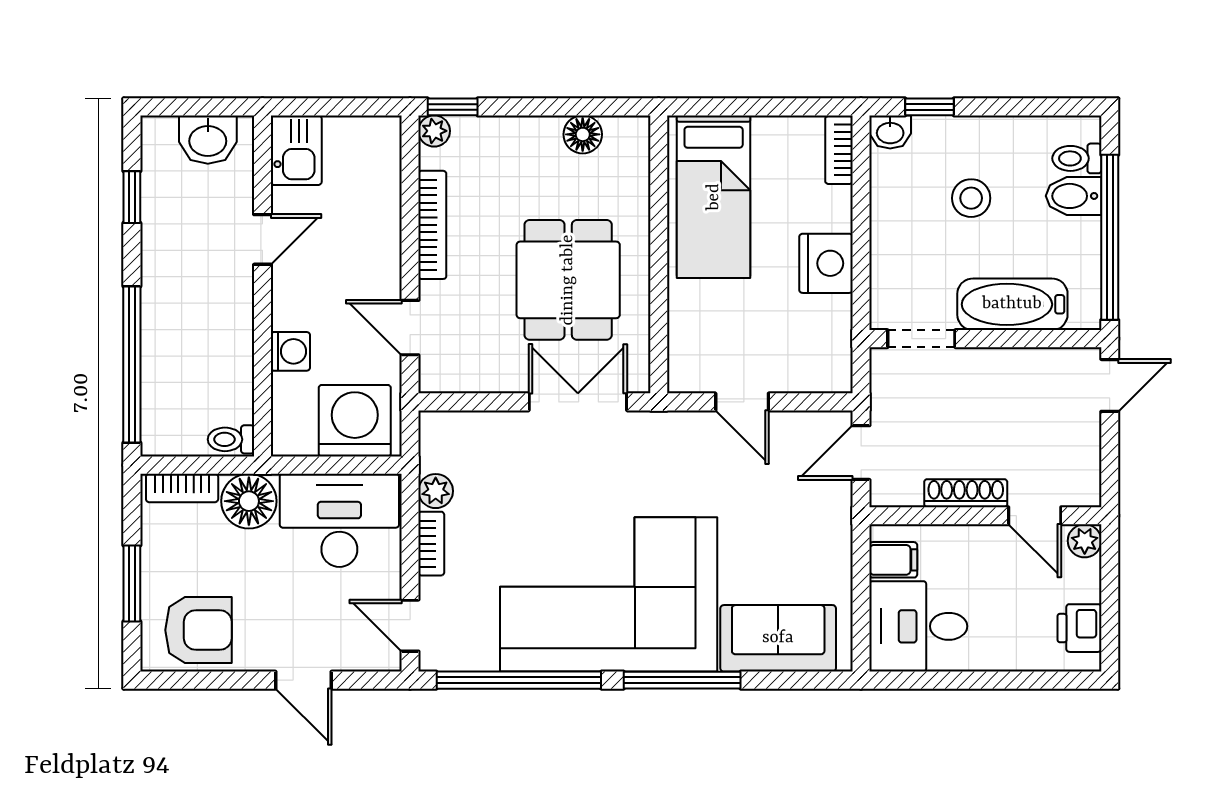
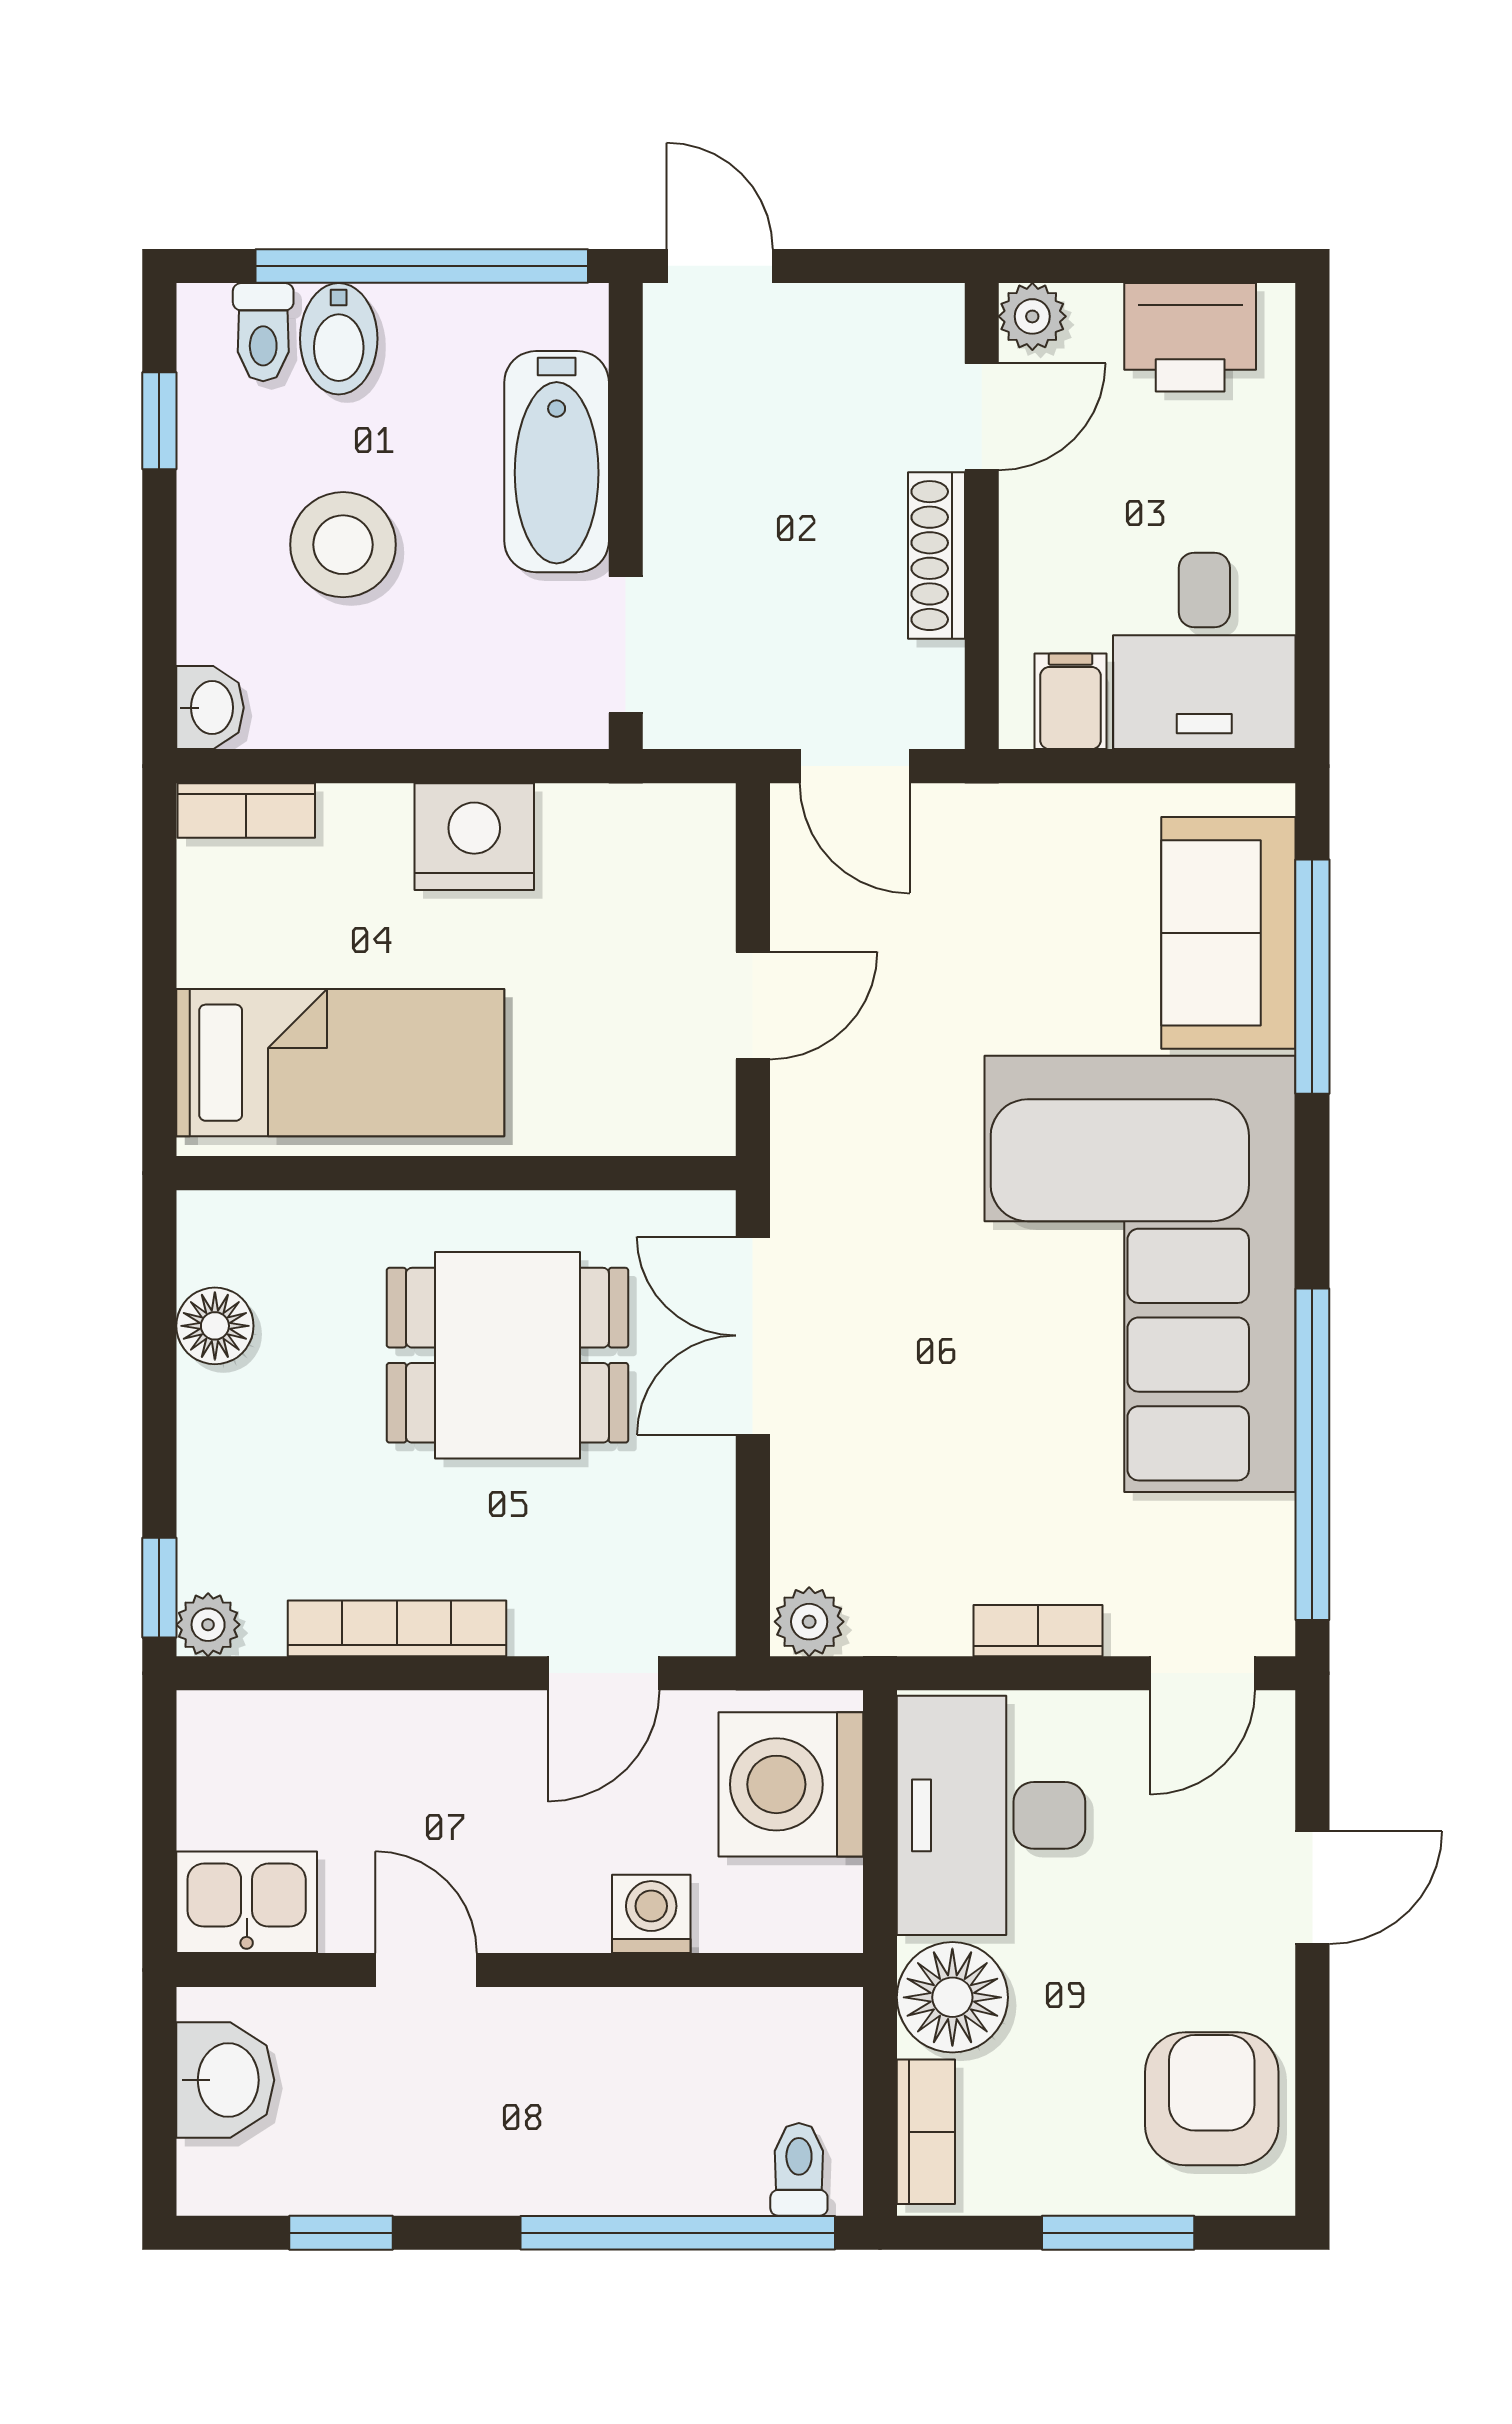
window: (929, 107) -> (159, 421), moved
stool: (971, 198) -> (343, 545), width x1.38, depth x1.38
toilet: (231, 439) -> (799, 2169), moved, turned 180
plant: (436, 491) -> (809, 1622), moved
printer: (1079, 628) -> (1190, 337), width x1.36, depth x1.24
window: (682, 680) -> (1312, 977), moved

